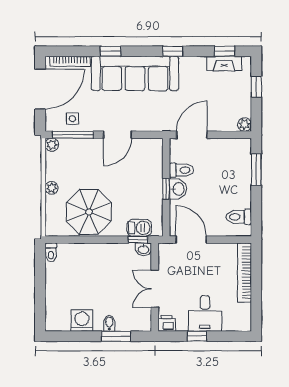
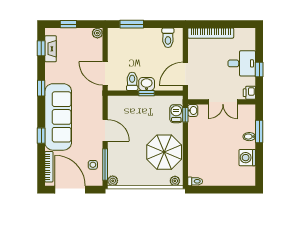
plant: (51, 188) -> (175, 181), moved

